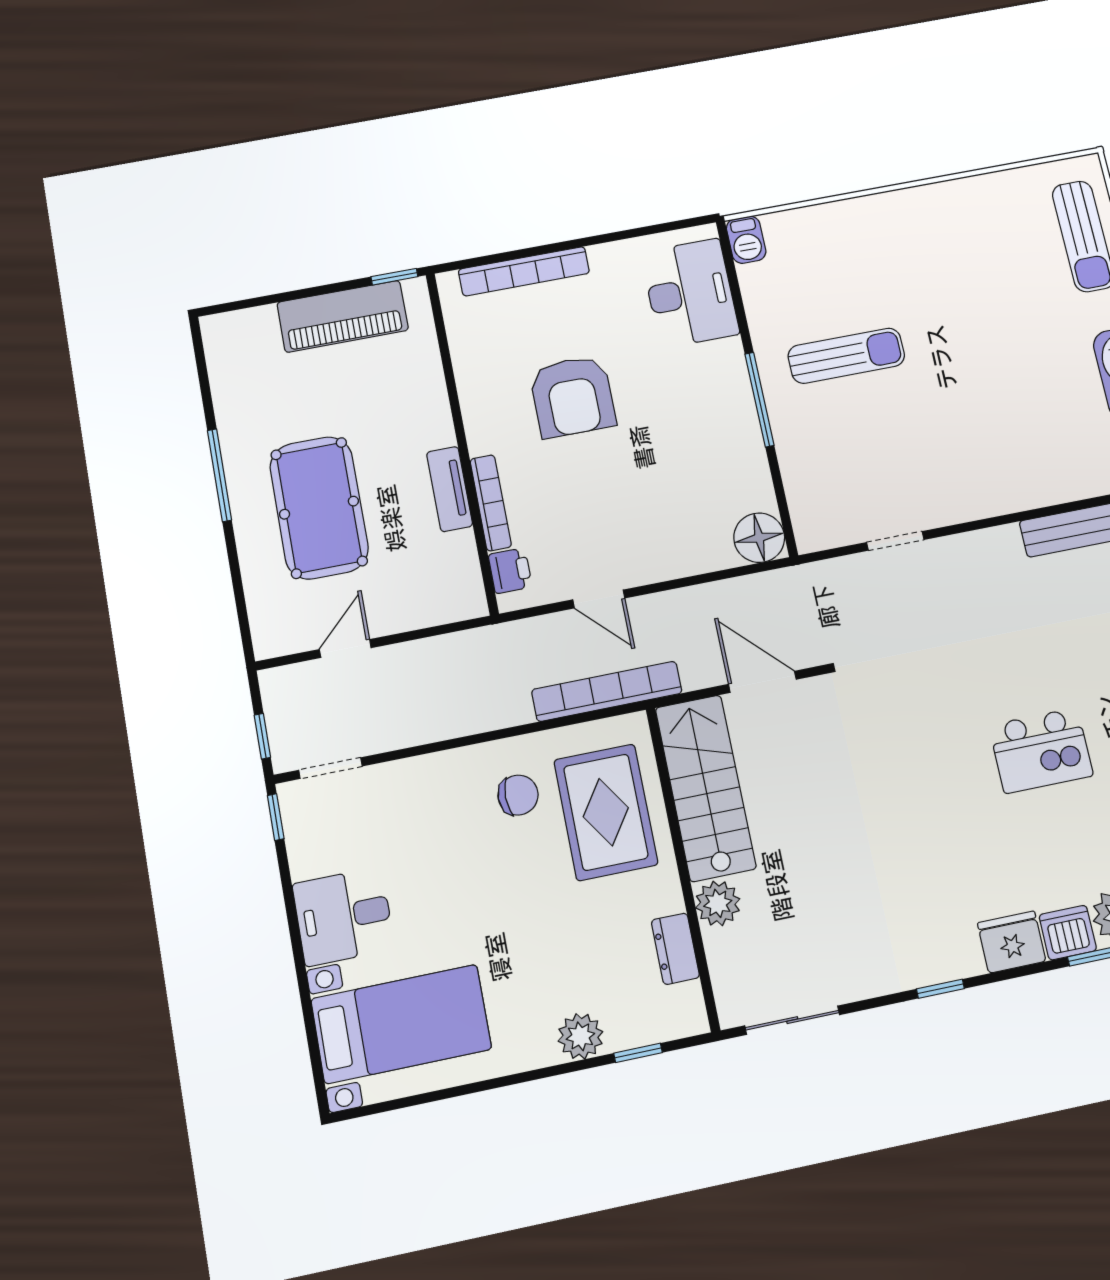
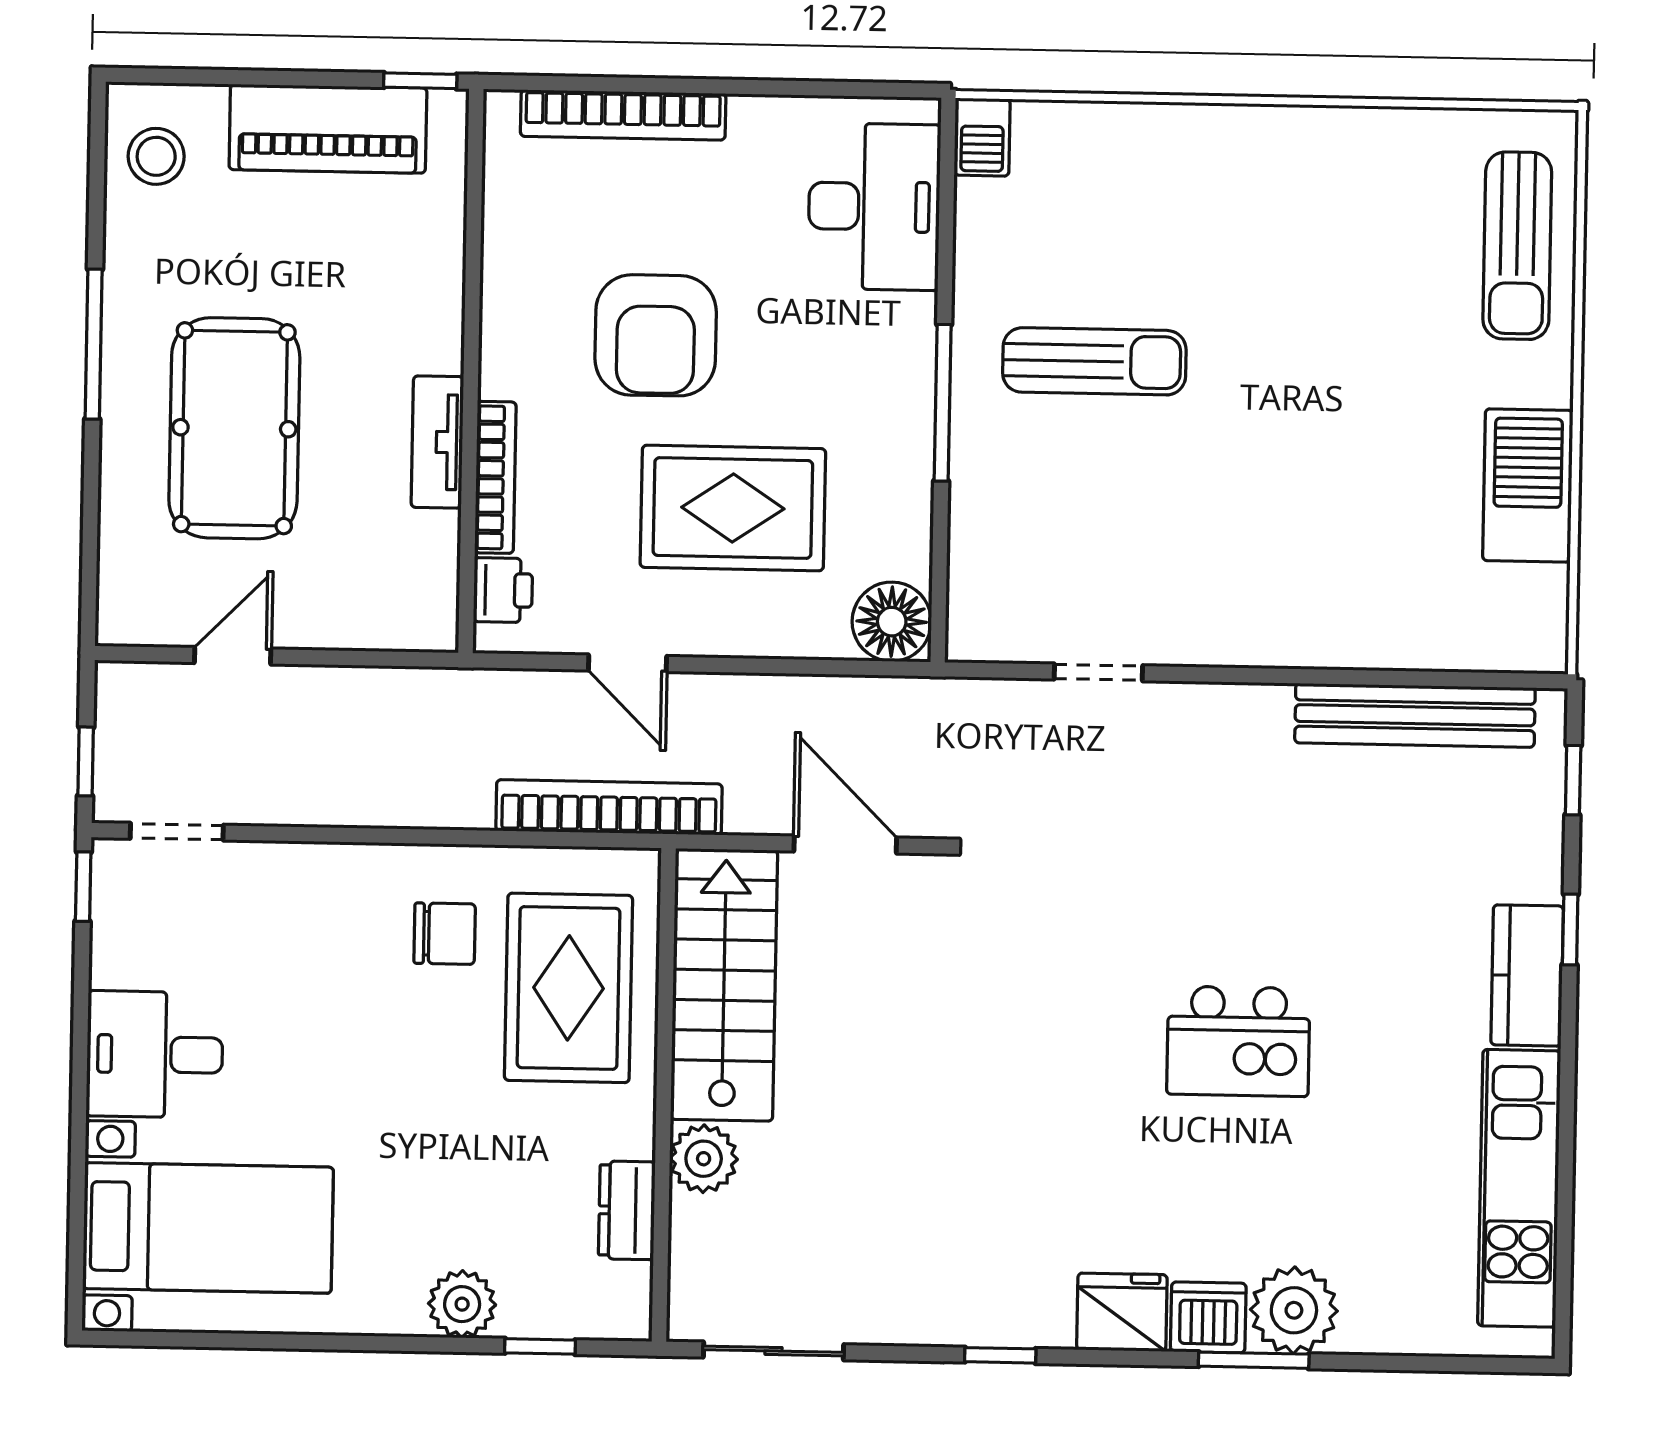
stool: (238, 354) -> (156, 156), added
rug: (644, 490) -> (733, 508), added

